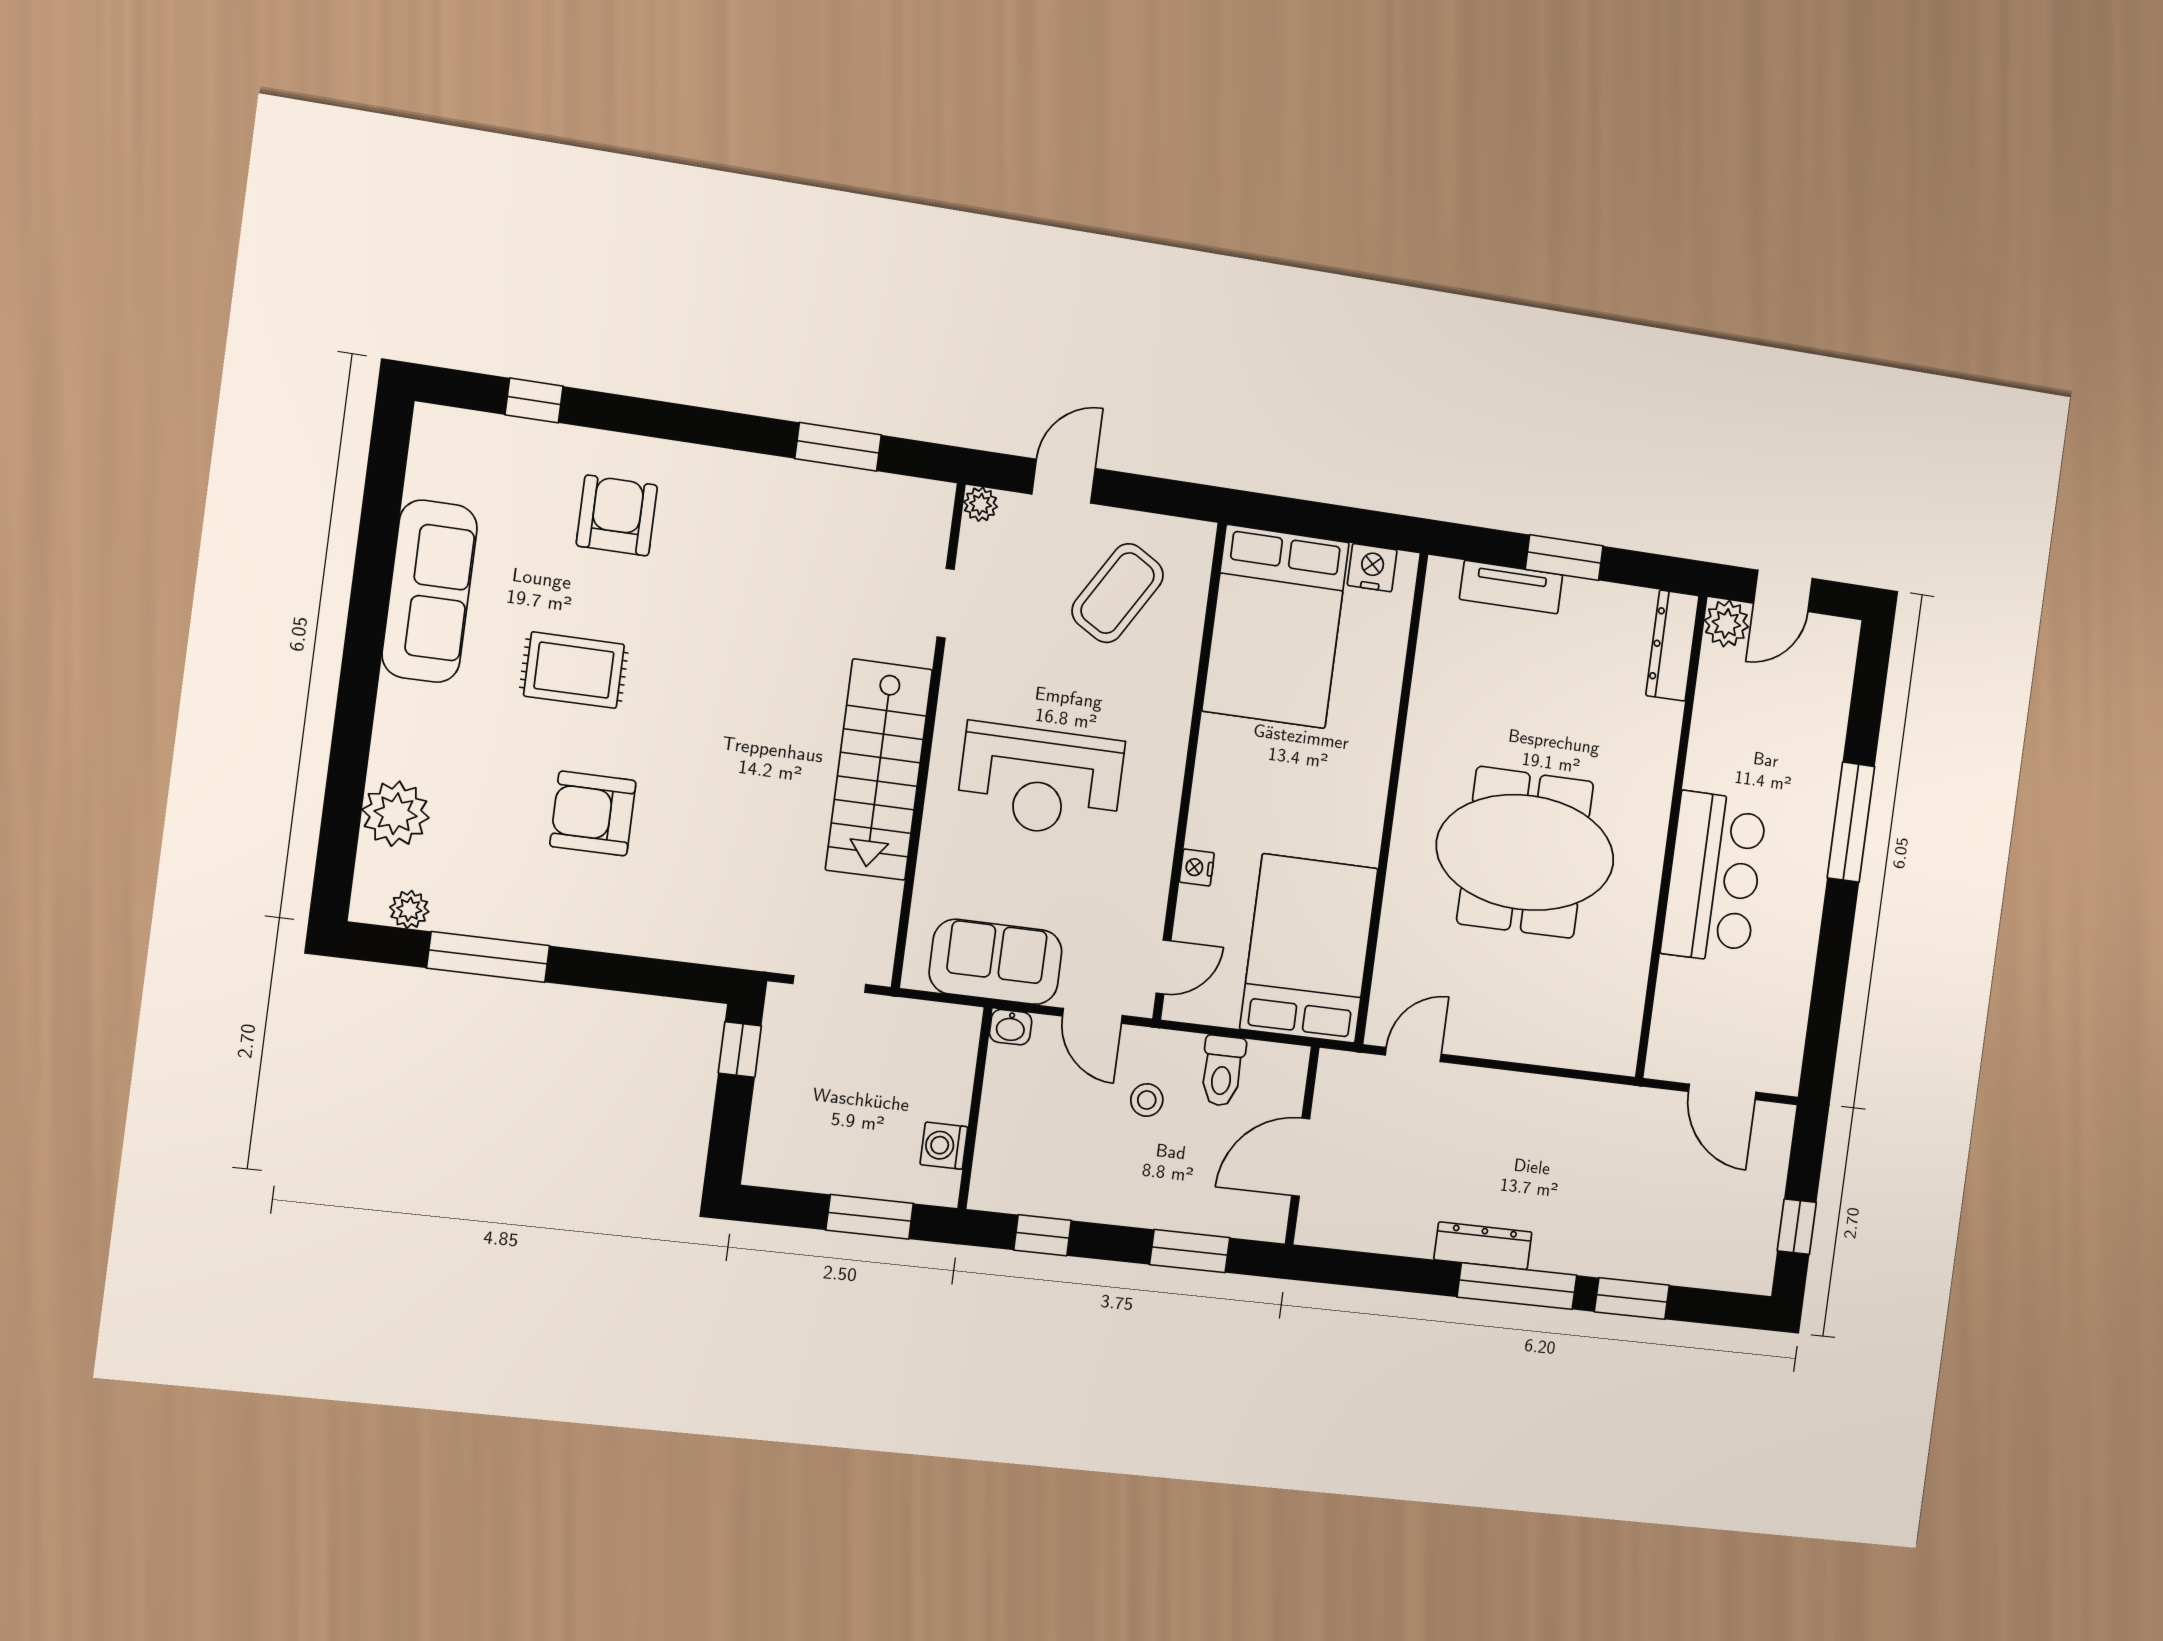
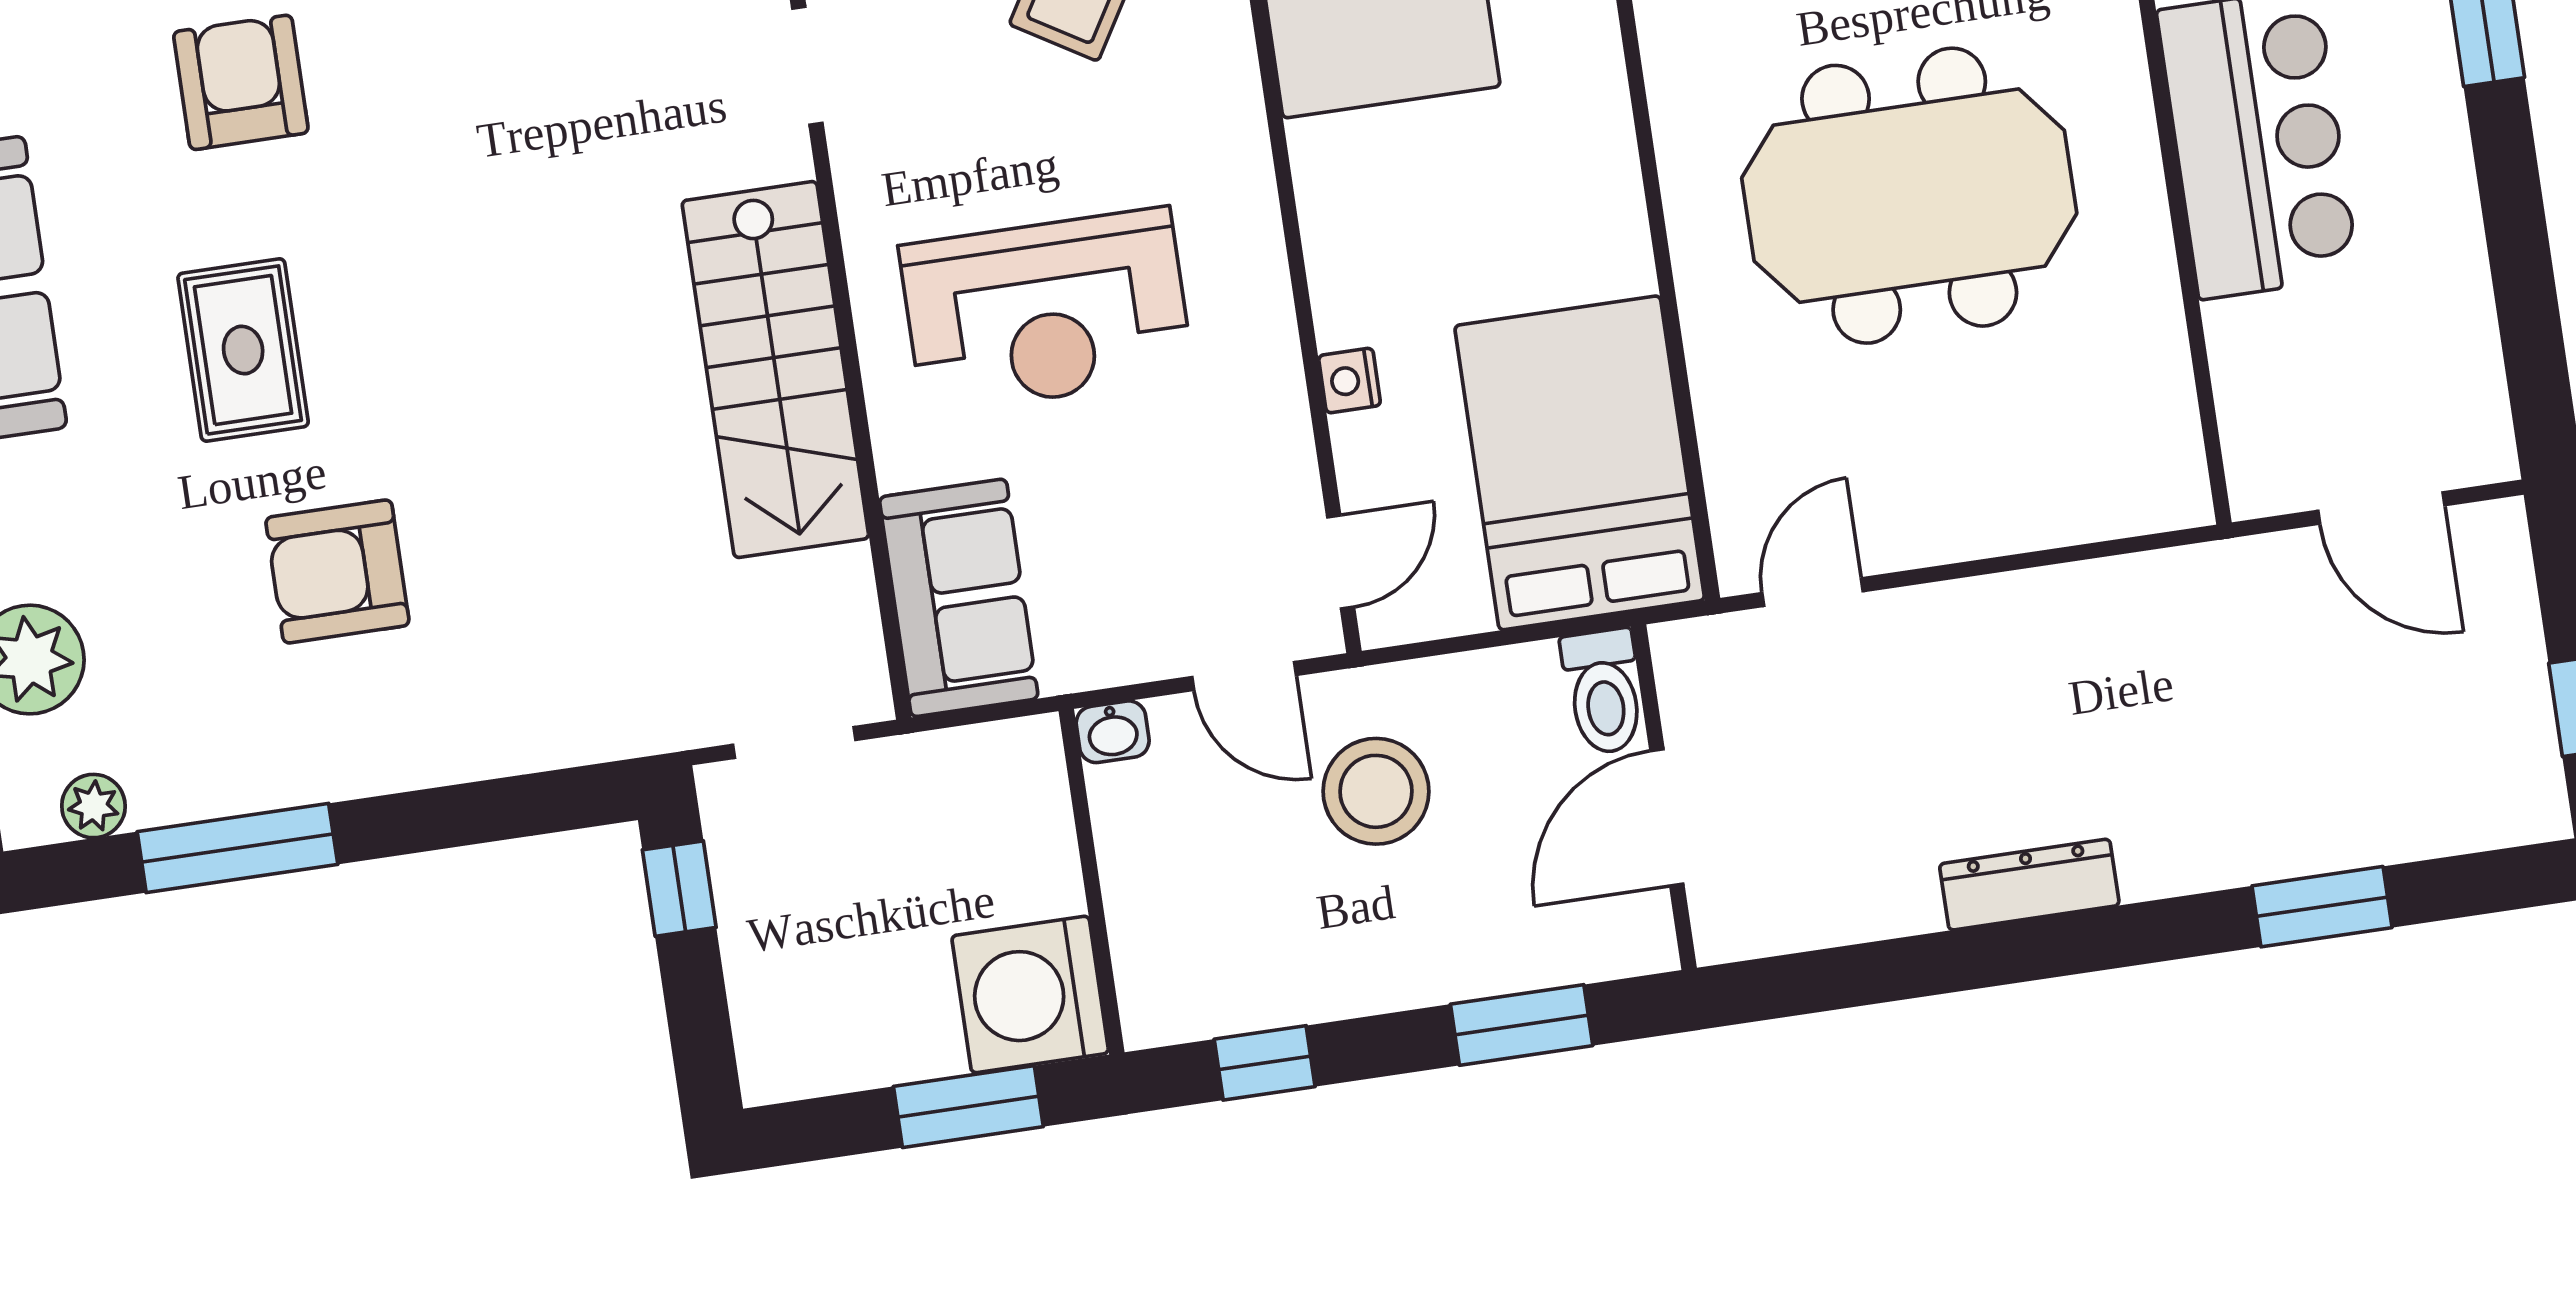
rug: (574, 670) -> (243, 350), turned 90
sofa: (996, 962) -> (959, 598), moved, turned 90
toilet: (1222, 1071) -> (1604, 692), moved
stool: (1147, 1100) -> (1376, 791), width x1.89, depth x1.89
washing machine: (944, 1146) -> (1030, 994), width x1.89, depth x1.89
window: (1517, 1286) -> (2110, 938), removed

